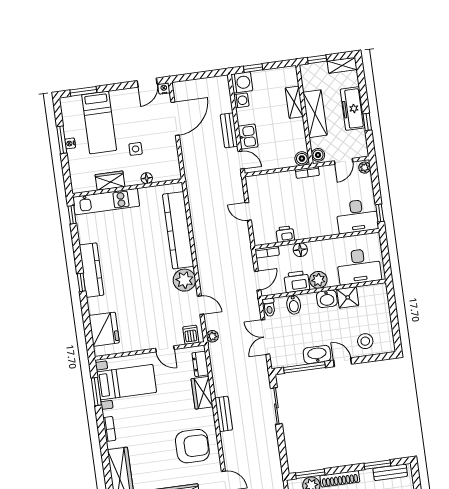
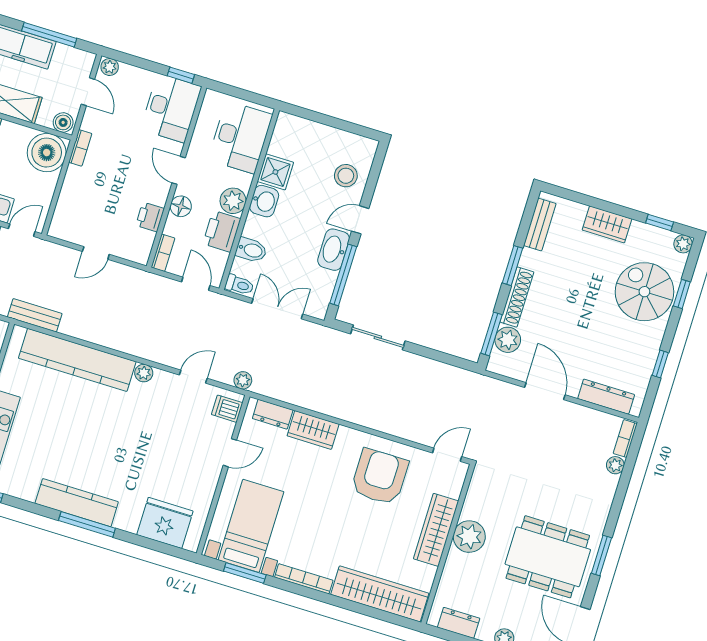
window: (367, 122) -> (49, 35), width x2.17
boiler: (302, 159) -> (47, 153), width x1.86, depth x1.86
door: (321, 238) -> (179, 170), added
plant: (184, 280) -> (144, 373), width x0.53, depth x0.53
window: (81, 282) -> (87, 524), width x2.17
double door: (265, 337) -> (277, 309), swing flipped
bench: (224, 414) -> (35, 315), moved
bookcase: (109, 429) -> (304, 579), width x1.56
window: (377, 465) -> (513, 266), moved

